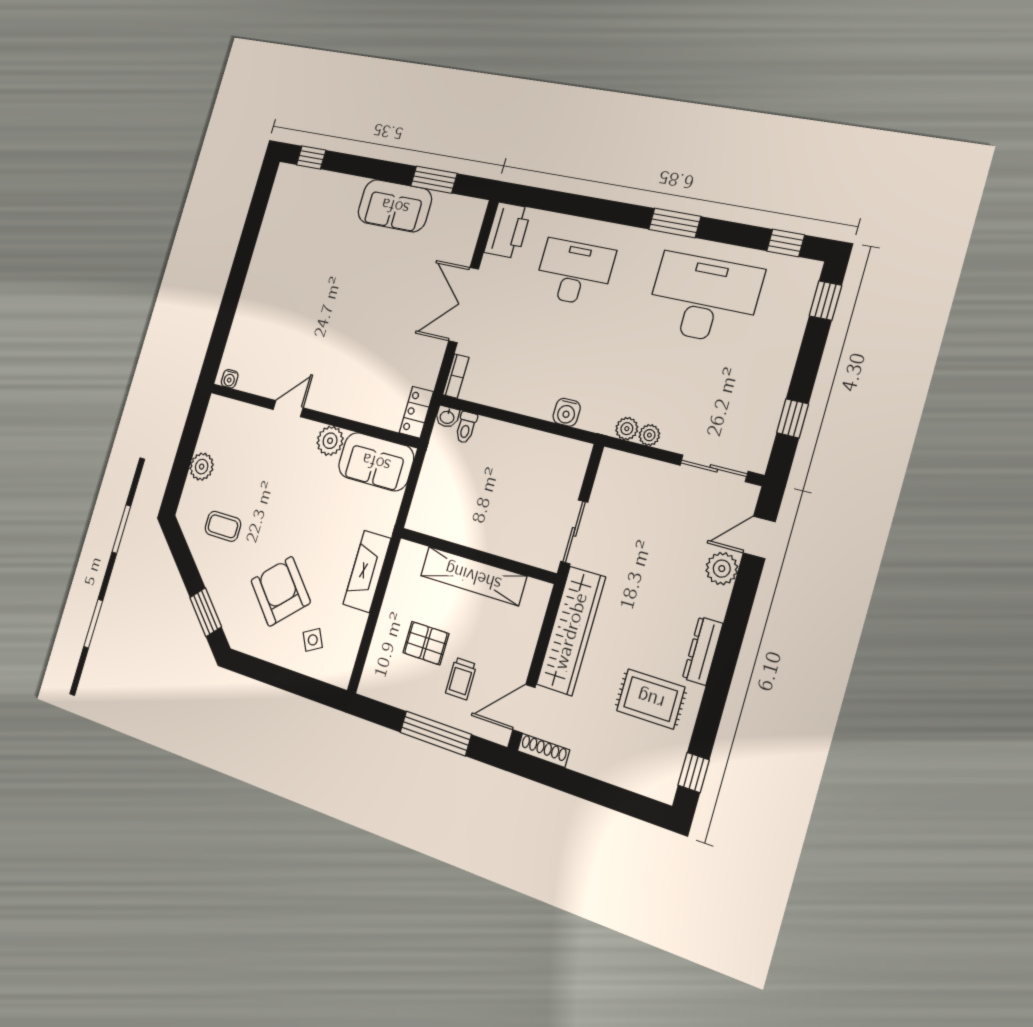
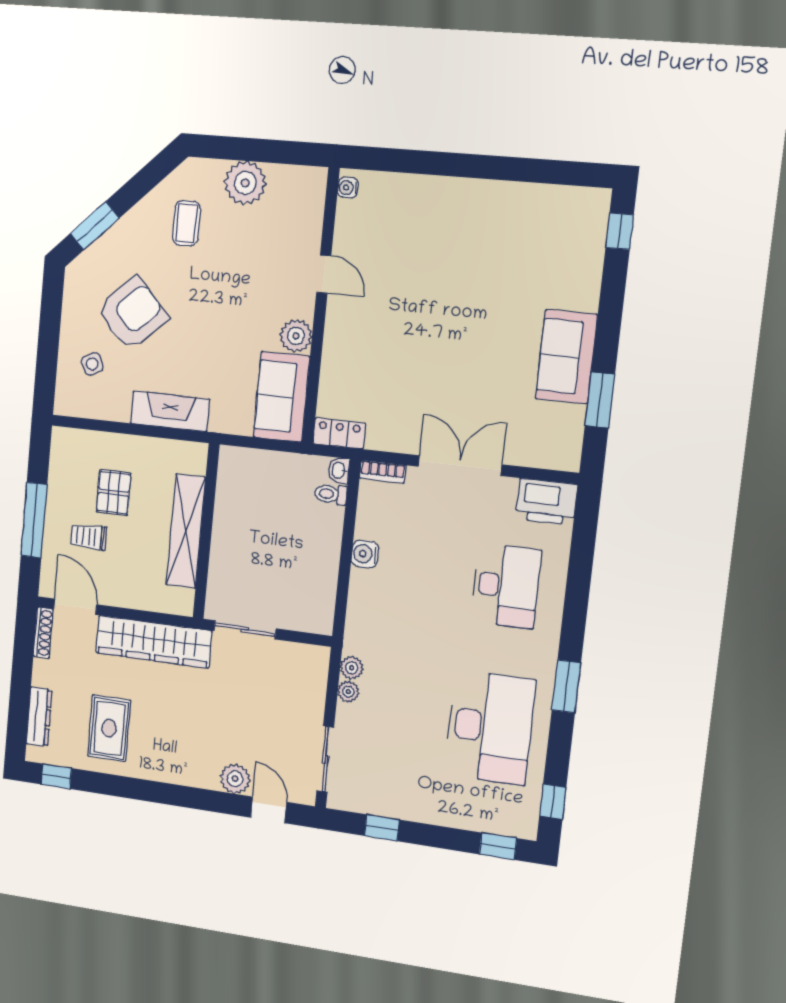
water cooler: (567, 412) -> (365, 554), moved
plant: (202, 467) -> (245, 183), width x1.36, depth x1.36
dresser: (703, 651) -> (39, 717), moved, turned 90

